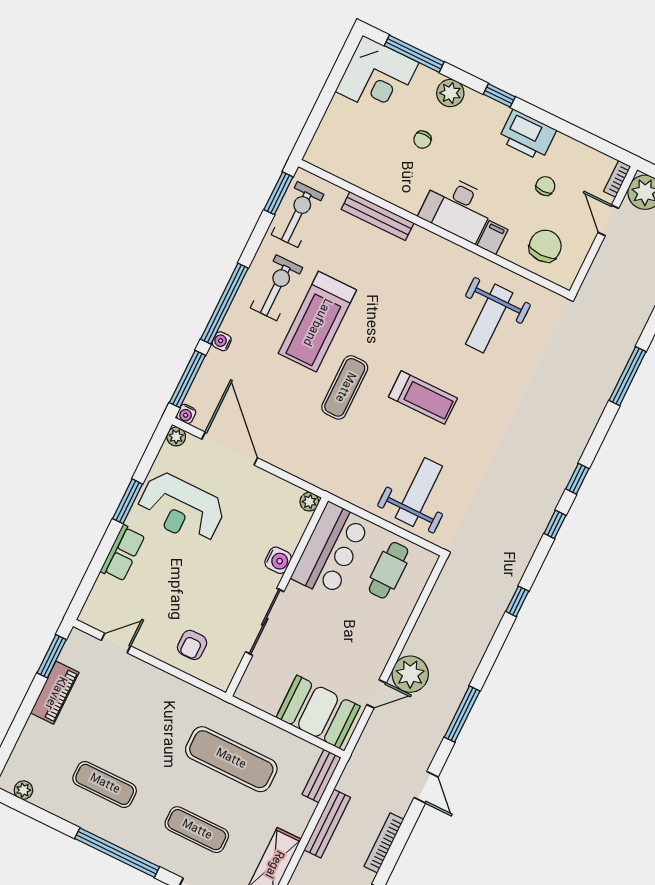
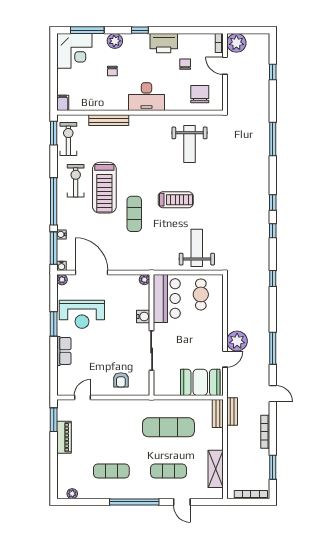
filing cabinet: (492, 238) -> (63, 103), moved
water cooler: (222, 341) -> (61, 234), moved
bench: (327, 824) -> (232, 412), moved, width x0.73

